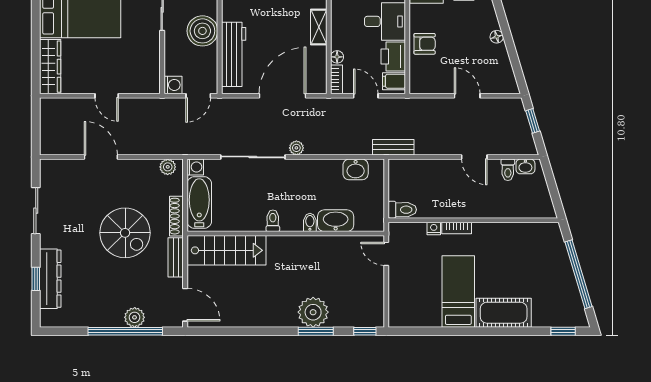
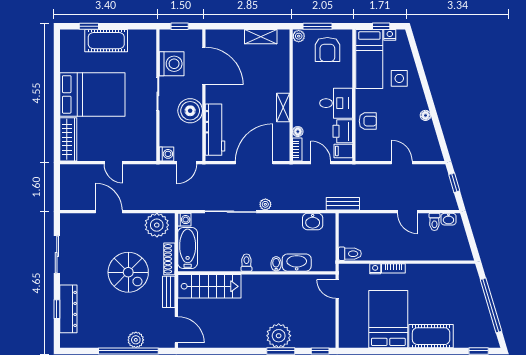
plant: (168, 167) -> (157, 225), width x1.88, depth x1.88
bed: (458, 291) -> (388, 319), width x1.50

